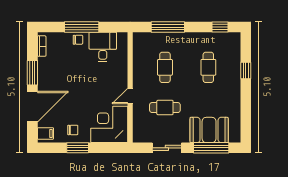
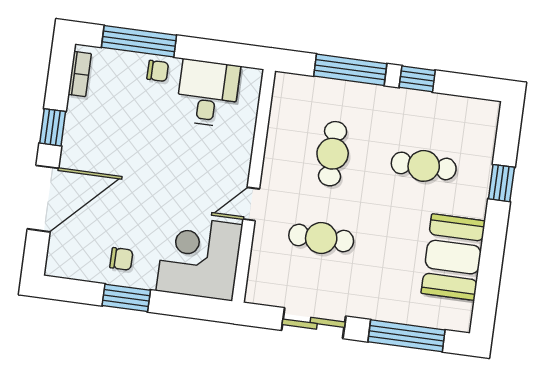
window: (82, 27) -> (139, 41), moved
window: (220, 27) -> (417, 79), moved
cafe table: (208, 67) -> (424, 166), turned 90
window: (32, 73) -> (53, 127), width x0.67
booth: (209, 130) -> (453, 257), moved, turned 90
filing cabinet: (45, 133) -> (63, 259), removed

